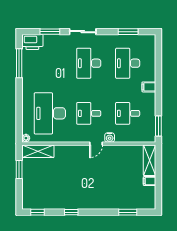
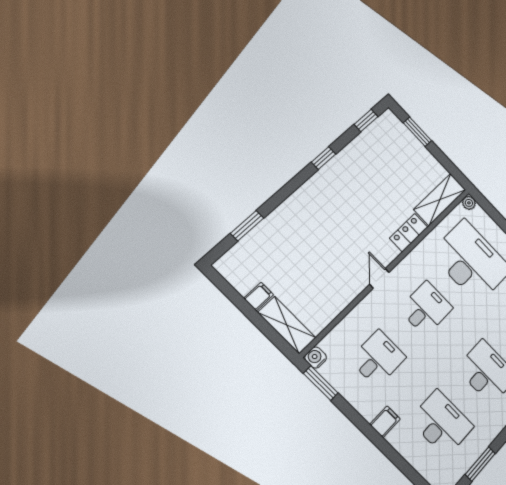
water cooler: (110, 137) -> (316, 358), moved
locker: (65, 150) -> (409, 233), added
window: (19, 170) -> (417, 132), moved

